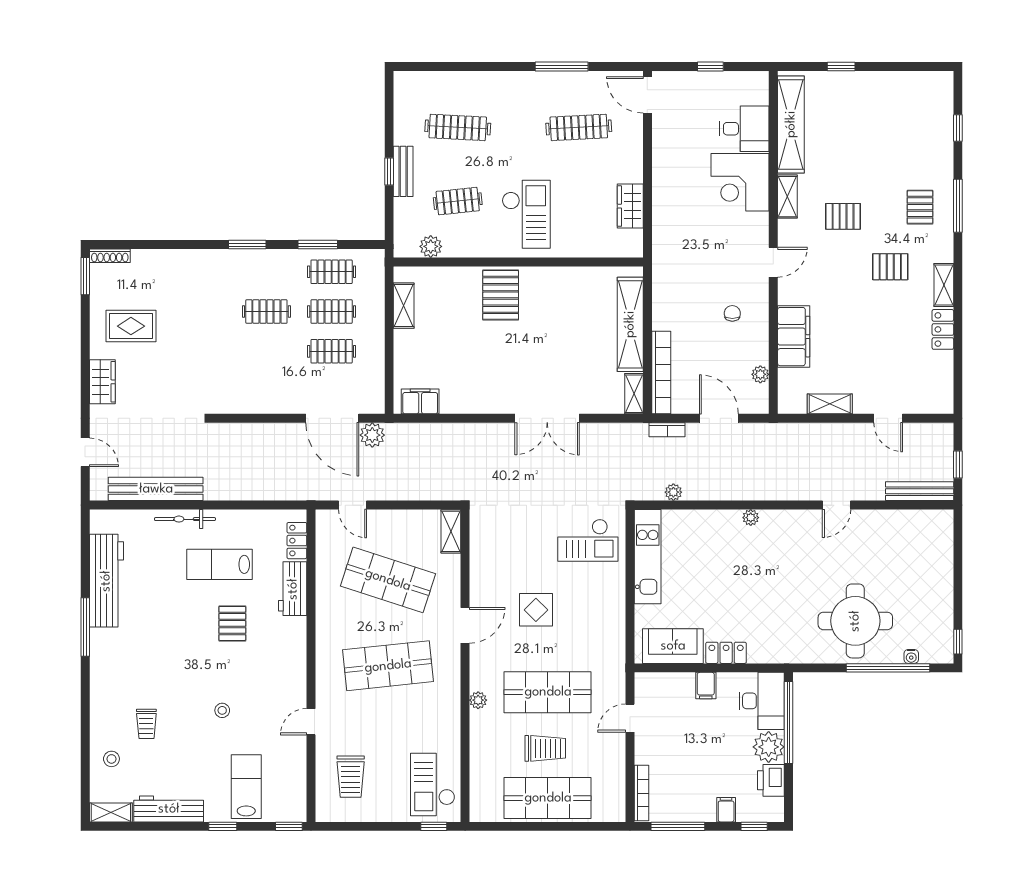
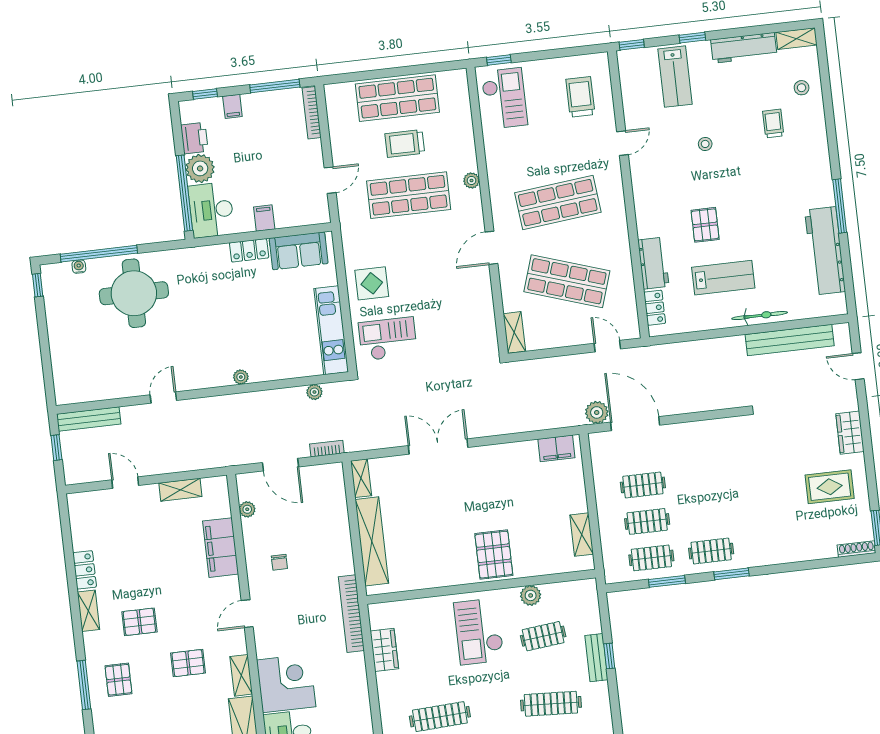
plant: (431, 246) -> (531, 595), moved
clothes rail: (266, 312) -> (711, 551), moved
bookcase: (661, 372) -> (351, 614), moved
display table: (536, 610) -> (372, 283), moved

